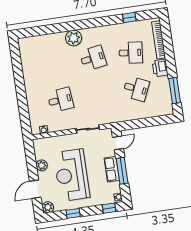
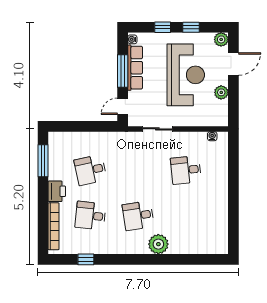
desk: (136, 89) -> (90, 170), turned -36
row of seats: (112, 169) -> (135, 68), width x1.48
window: (109, 208) -> (163, 27), moved

